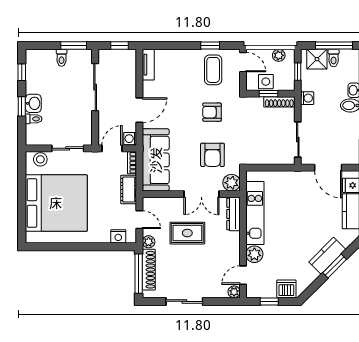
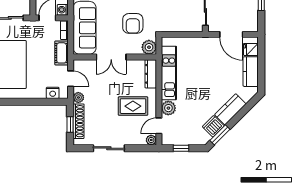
double door: (201, 194) -> (111, 57), moved
rug: (187, 233) -> (133, 106), moved
window: (335, 266) -> (220, 135), moved
window: (139, 274) -> (70, 125), width x0.46
dishwasher: (286, 289) -> (213, 126), moved, turned -45

